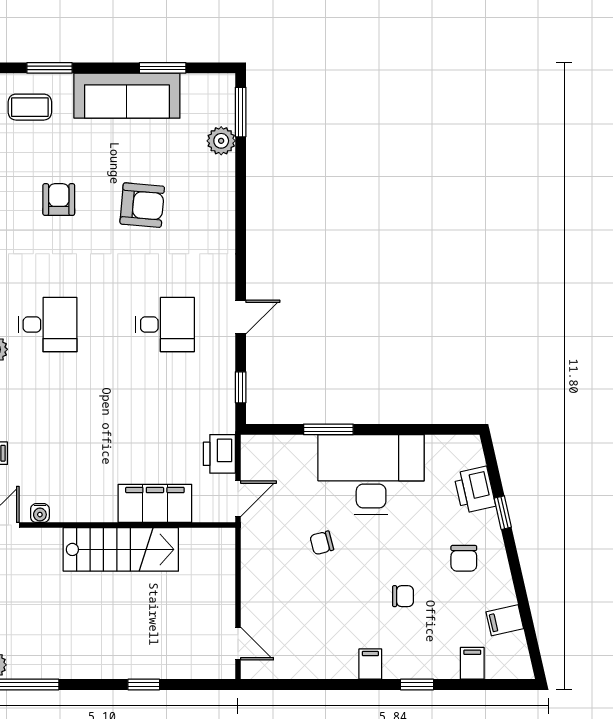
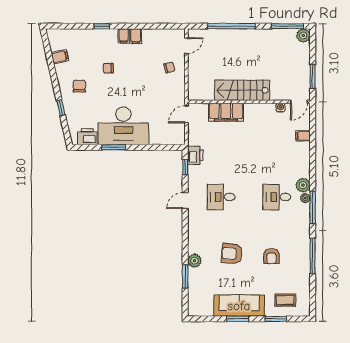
window: (163, 68) -> (238, 319), moved
window: (241, 112) -> (185, 276), moved
plant: (221, 141) -> (194, 261), moved
window: (328, 429) -> (114, 147), moved
printer: (219, 454) -> (195, 155), moved
printer: (475, 490) -> (87, 137), moved, turned -77
chair: (322, 543) -> (169, 67), moved
door: (238, 644) -> (186, 46), swing flipped
filing cabinet: (472, 663) -> (136, 36), moved
window: (144, 685) -> (231, 26), width x3.17

